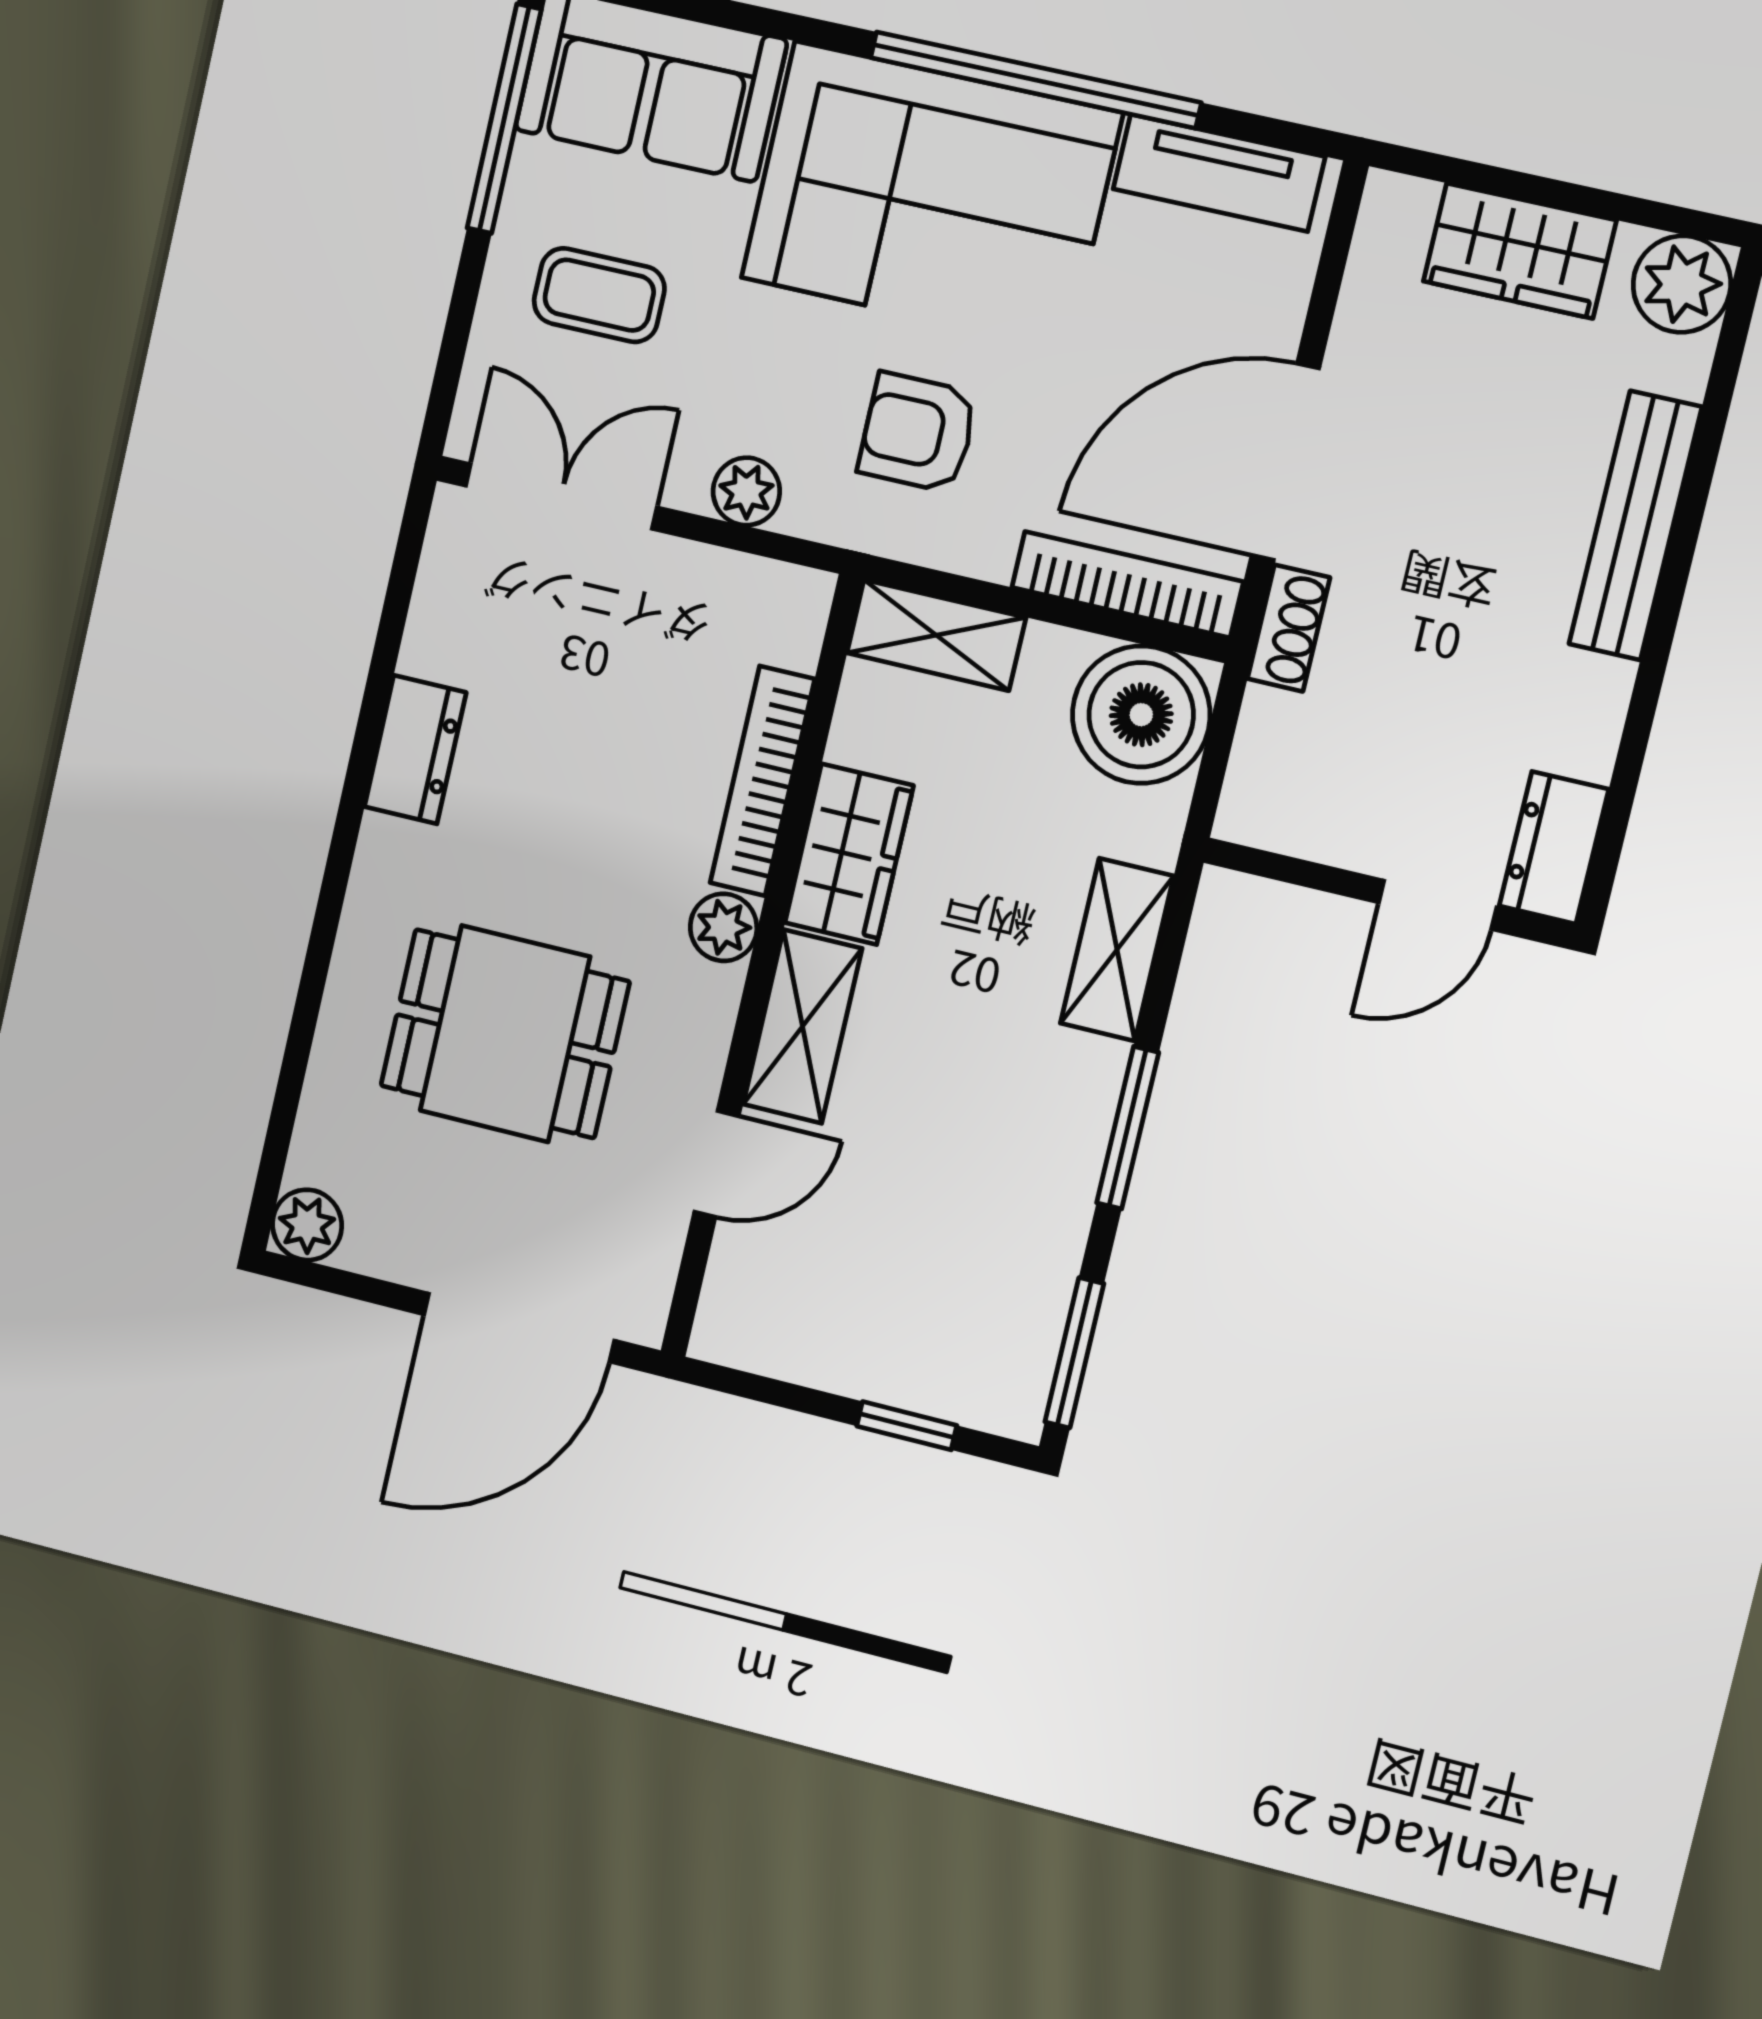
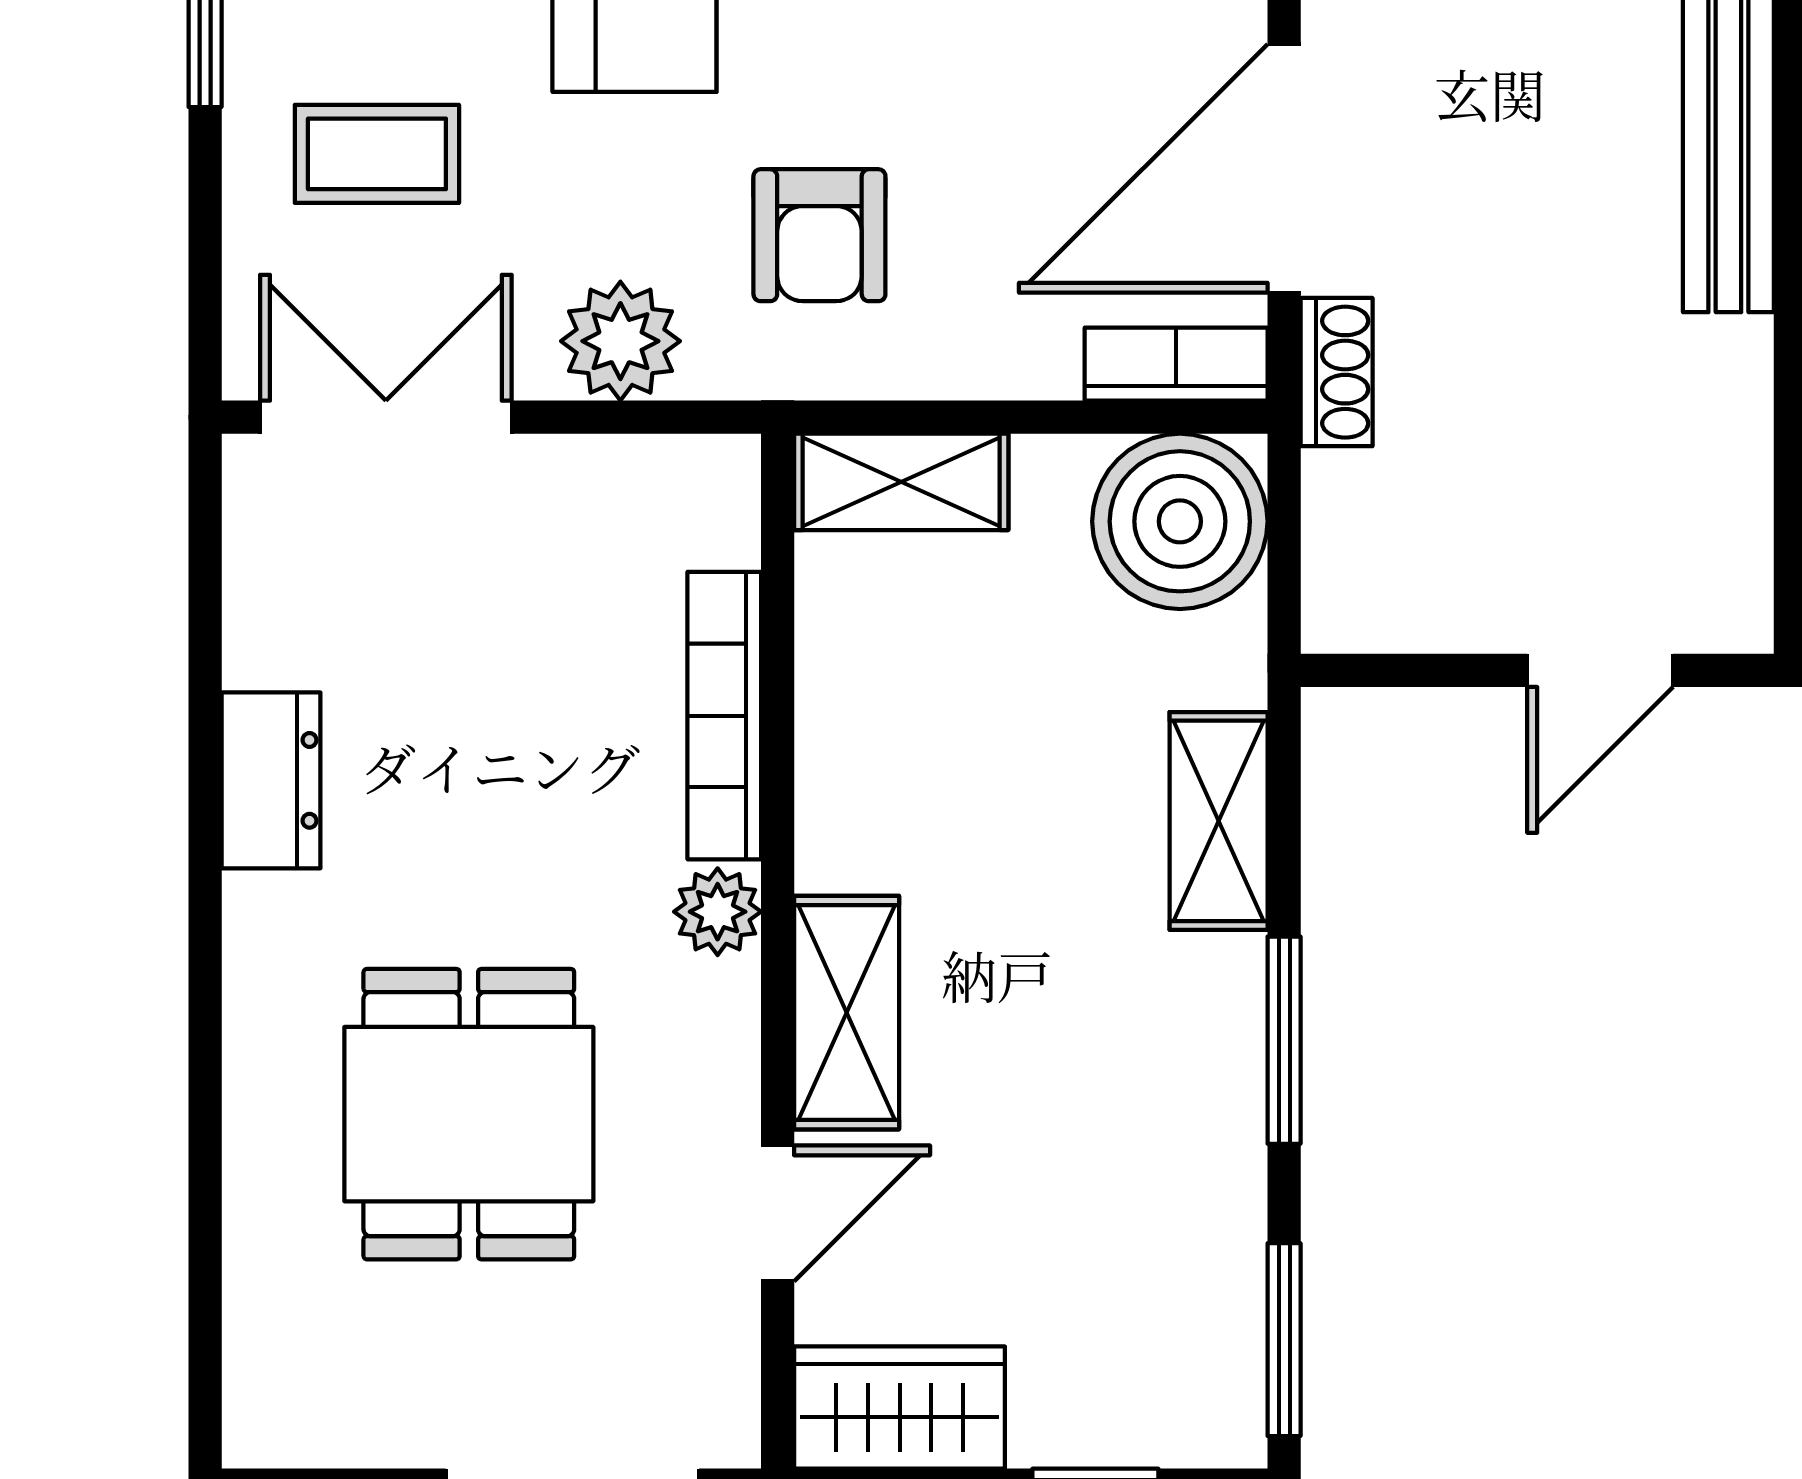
armchair: (918, 433) -> (819, 235), turned -90
plant: (746, 491) -> (620, 341), width x1.38, depth x1.38
bookcase: (1127, 585) -> (1176, 364), width x0.64
dresser: (1554, 848) -> (1725, 566), removed
wardrobe: (849, 854) -> (900, 1408), moved, turned -90
dining table: (505, 1034) -> (469, 1114), turned 90
plant: (307, 1225) -> (268, 1422), removed

